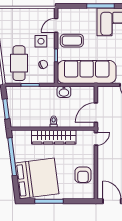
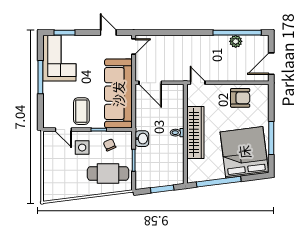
washbasin: (64, 92) -> (142, 139), moved
door: (96, 113) -> (150, 83), moved

